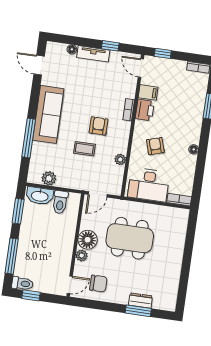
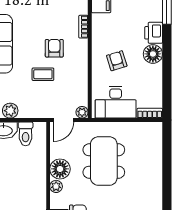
printer: (145, 110) -> (154, 33), moved, turned 180
floor lamp: (194, 149) -> (153, 54), width x1.89, depth x1.89
plant: (120, 159) -> (82, 112), moved
dining table: (130, 238) -> (104, 161), turned 90

